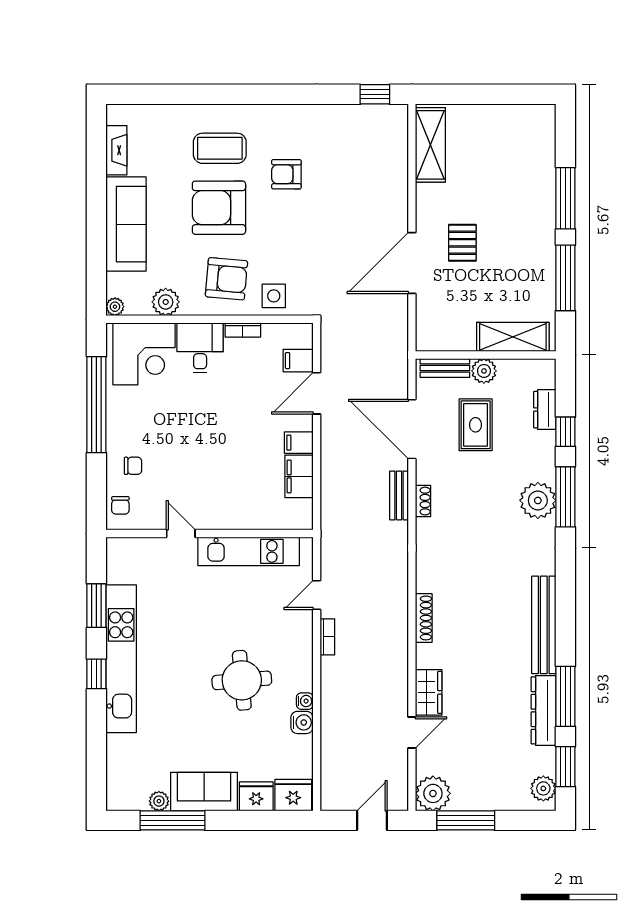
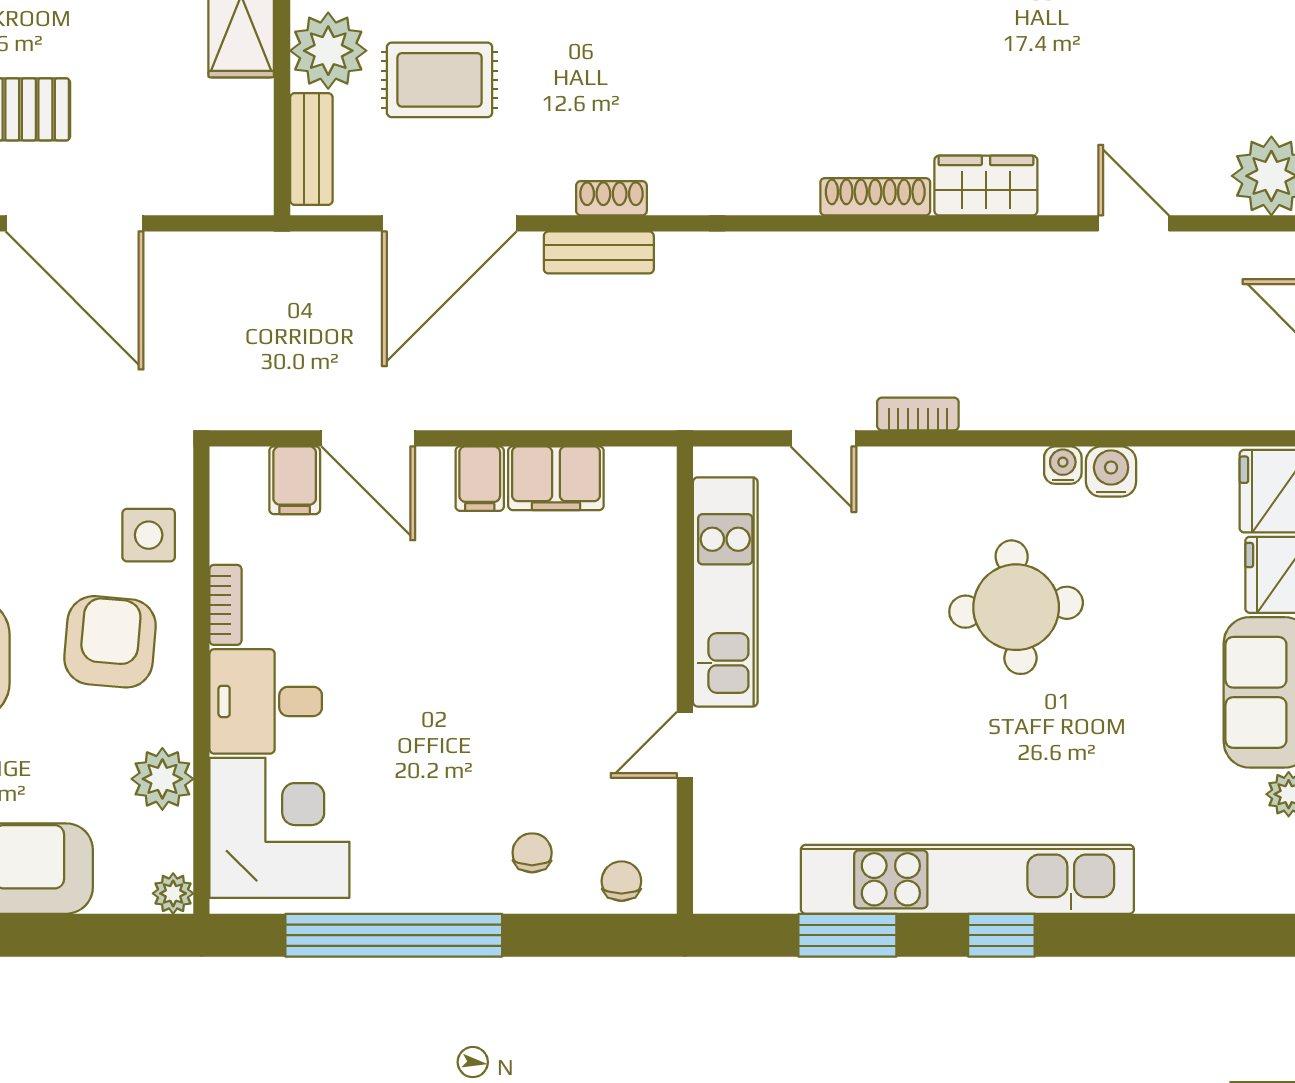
plant: (484, 371) -> (328, 51), width x1.36, depth x1.36
chair: (120, 505) -> (621, 881), turned -90
wardrobe: (429, 692) -> (986, 186), moved

